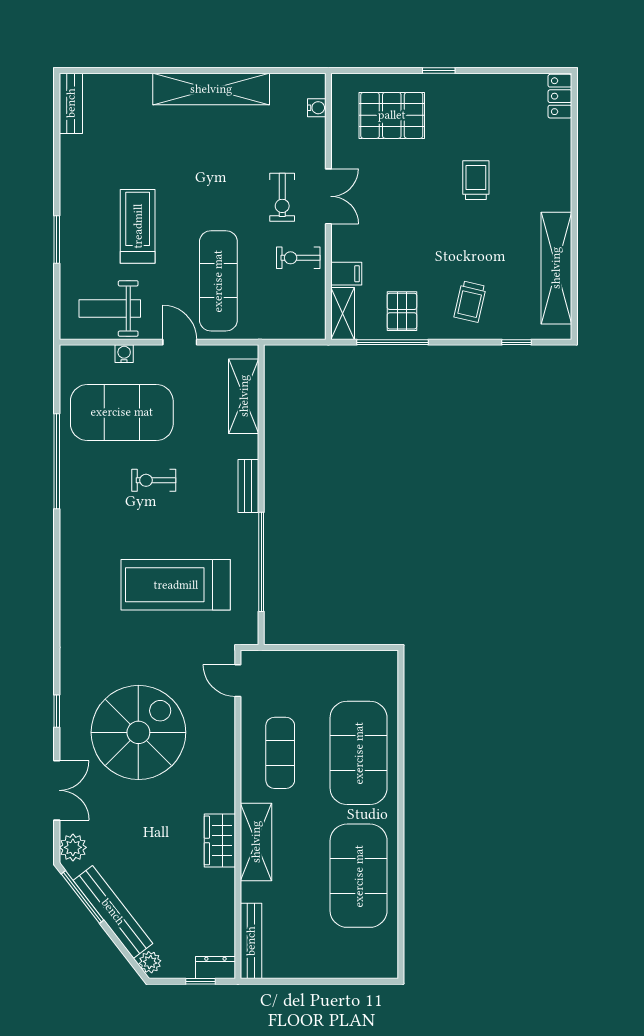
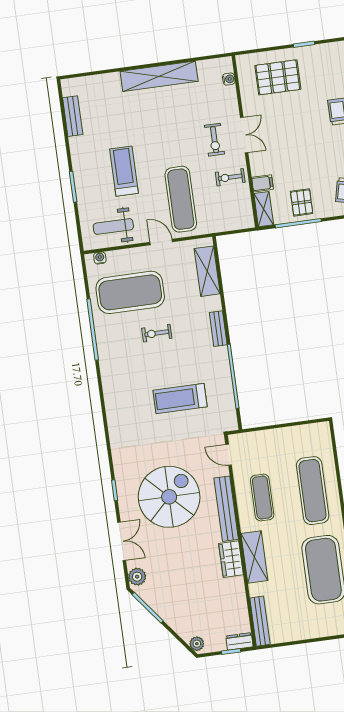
bench: (71, 103) -> (73, 116), moved
water cooler: (124, 354) -> (100, 258), moved
treadmill: (176, 585) -> (180, 398), width x0.73, depth x0.73
exercise mat: (359, 753) -> (313, 491), width x0.68
bench: (113, 912) -> (226, 509), moved, turned 38

